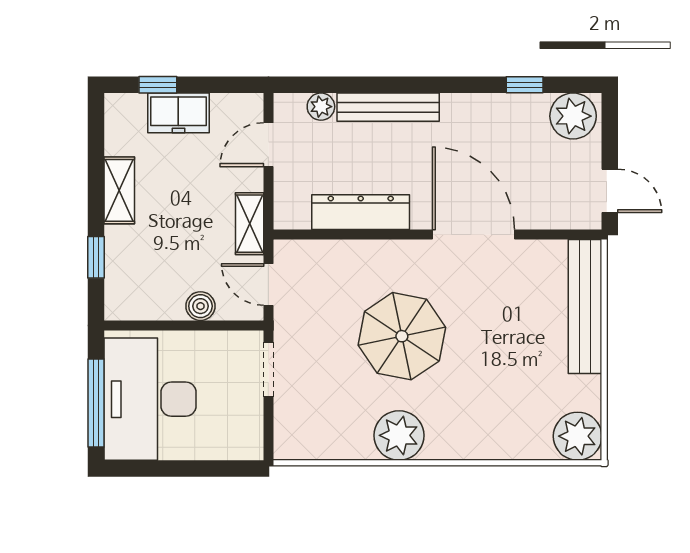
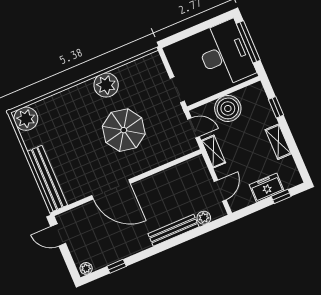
plant: (573, 116) -> (86, 268), width x0.53, depth x0.53
dresser: (361, 212) -> (166, 178), removed
boiler: (200, 306) -> (228, 108), width x1.86, depth x1.86

